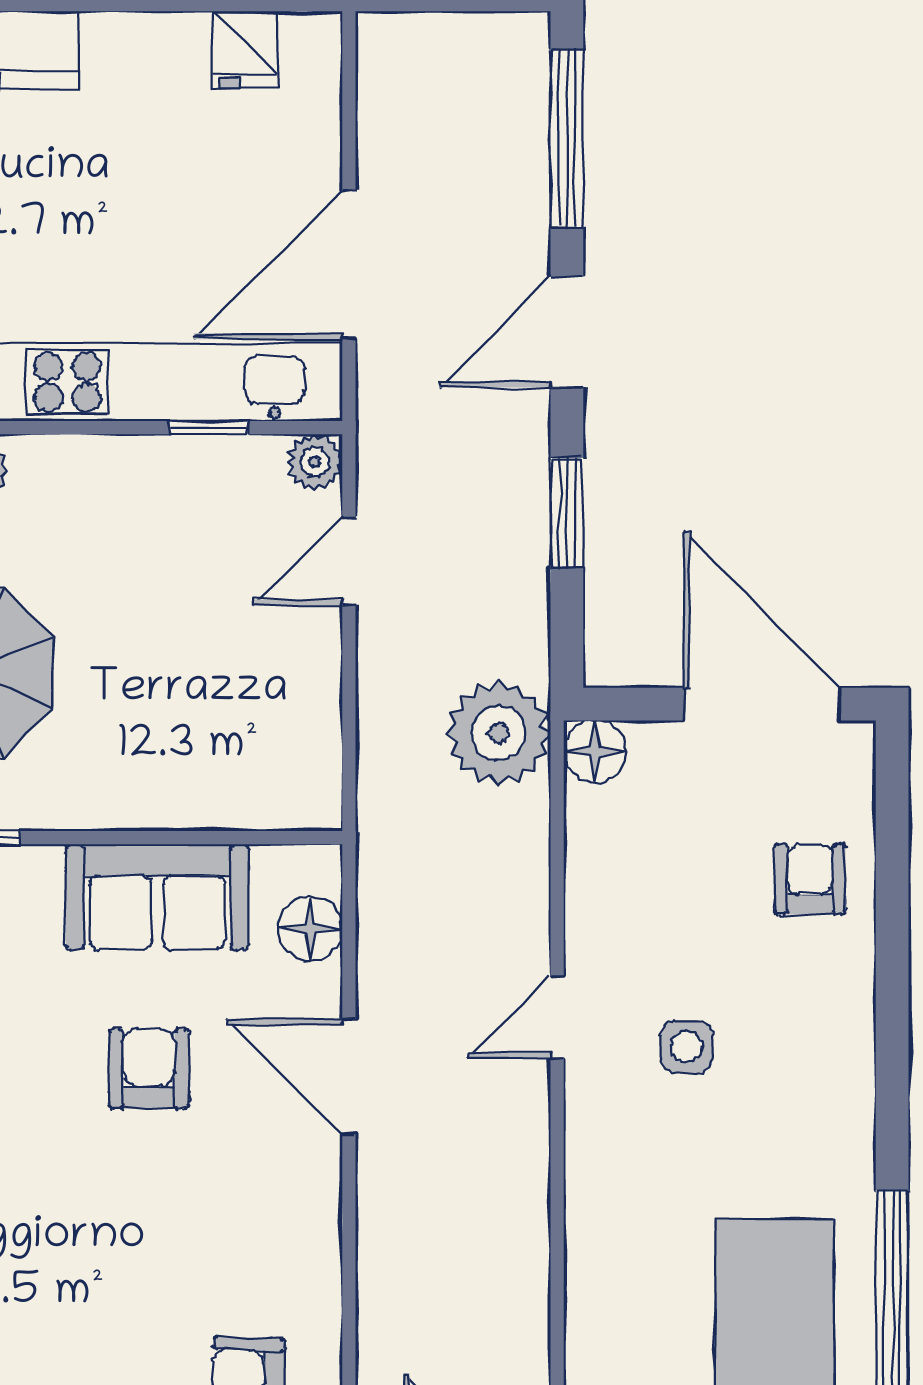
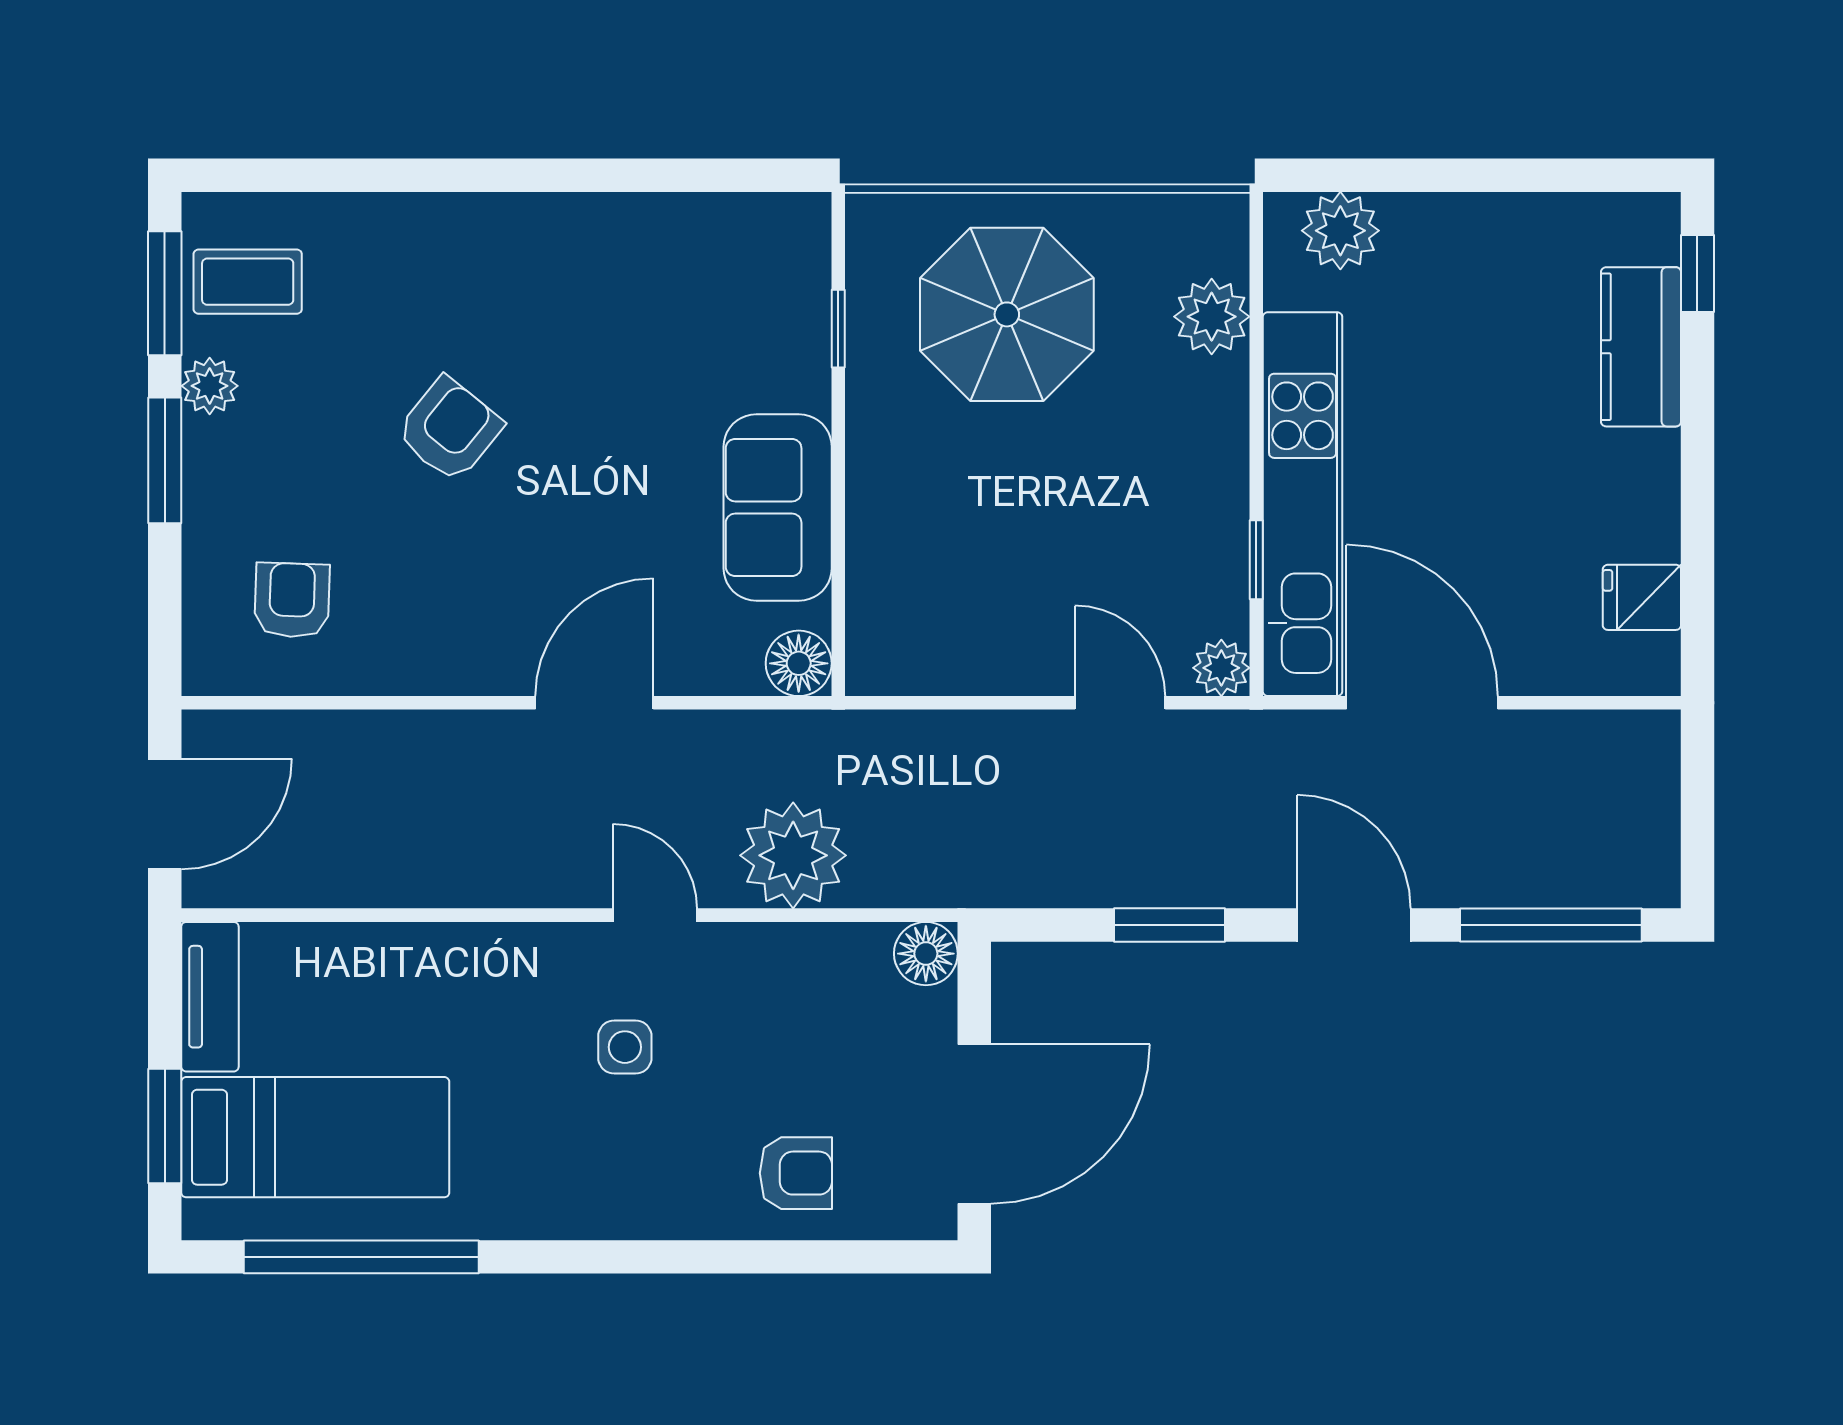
plant: (499, 733) -> (793, 855), moved
floor lamp: (310, 929) -> (799, 663), moved
armchair: (149, 1069) -> (449, 429), moved, turned -51

